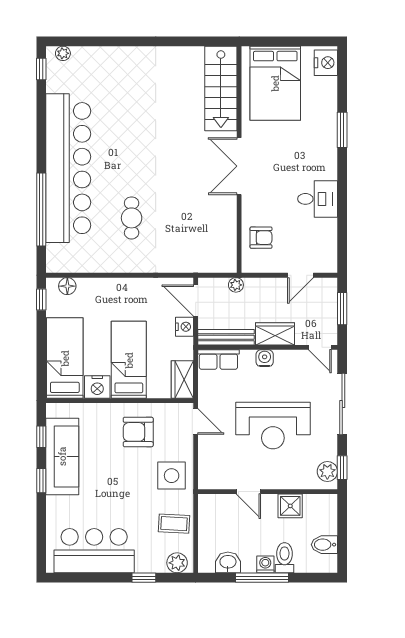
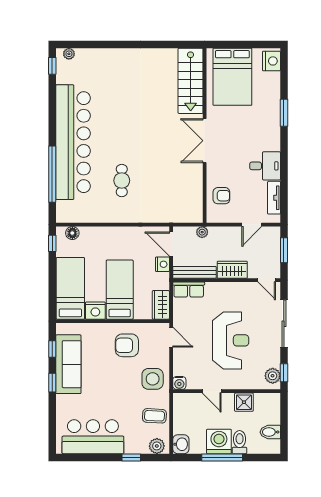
tv unit: (329, 240) -> (274, 198), added
water cooler: (265, 358) -> (179, 383), moved, turned 180
reception desk: (273, 426) -> (231, 340), turned -90
washbasin: (228, 562) -> (181, 444), moved, turned 90
washing machine: (265, 564) -> (219, 441), width x1.89, depth x1.89

